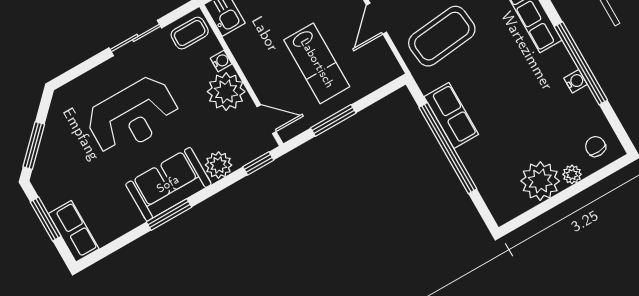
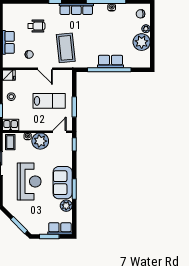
row of seats: (451, 116) -> (110, 61), moved
plant: (219, 165) -> (66, 206), moved

